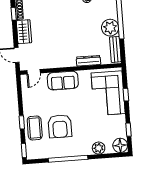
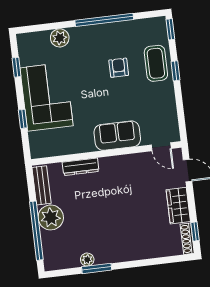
door: (34, 72) -> (161, 147), swing flipped
corner sofa: (108, 93) -> (46, 97), moved
armchair: (60, 126) -> (119, 68), width x0.53, depth x0.53
floor lamp: (120, 145) -> (28, 43), removed

